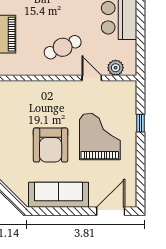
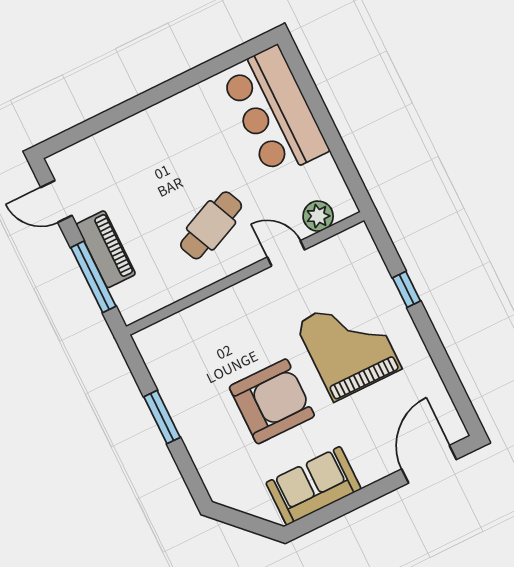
armchair: (51, 145) -> (272, 401), turned -90
sofa: (59, 195) -> (313, 486), width x0.73

